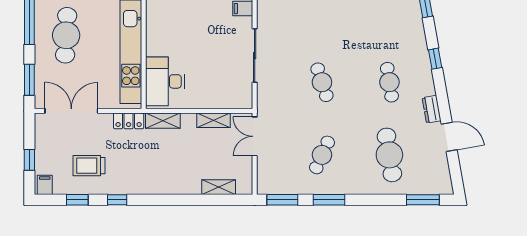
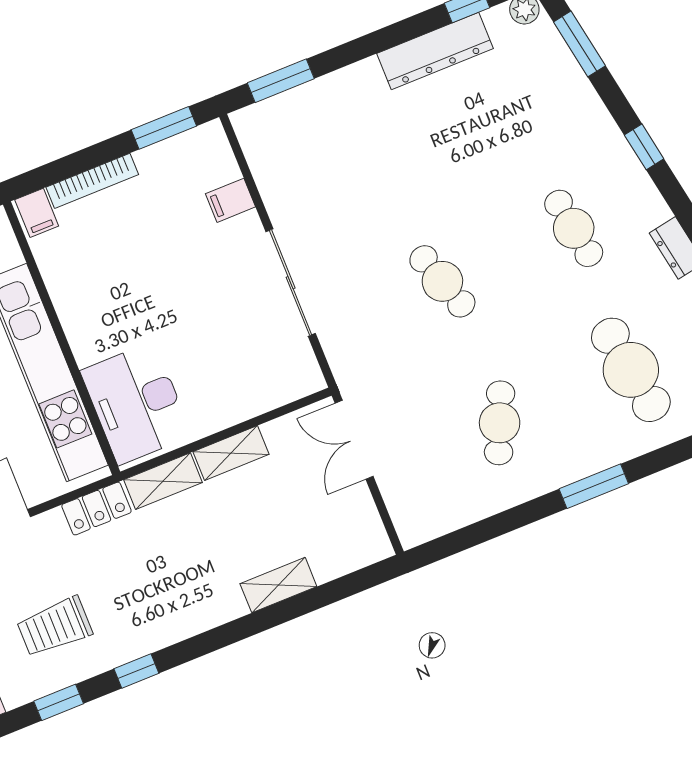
shelving: (214, 120) -> (231, 453), moved
shelving: (219, 187) -> (278, 585), moved
window: (282, 200) -> (458, 541), removed
window: (329, 200) -> (594, 486), moved

